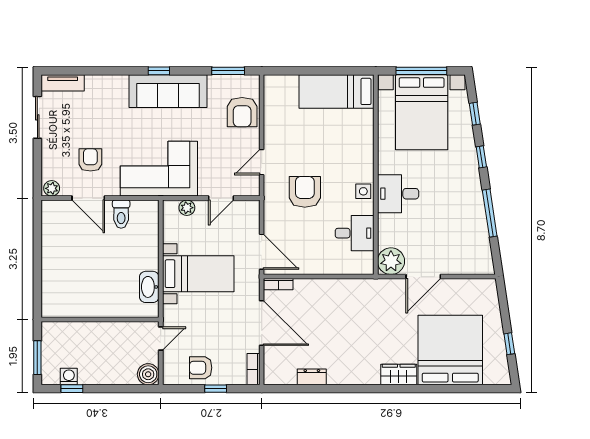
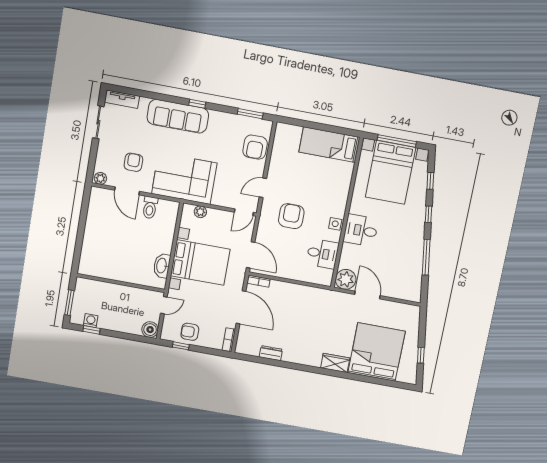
sofa: (168, 91) -> (178, 116), moved
door: (221, 198) -> (244, 212), moved
bed with nightstands: (198, 274) -> (200, 263), width x1.36
door: (423, 277) -> (367, 295), swing flipped
window: (216, 389) -> (181, 346), moved

